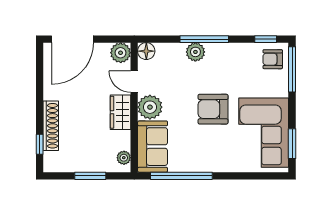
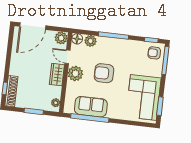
plant: (195, 52) -> (90, 41), moved
armchair: (213, 109) -> (104, 73), moved
shoe rack: (51, 126) -> (11, 91), moved
sofa: (153, 147) -> (91, 107), moved, turned -90

